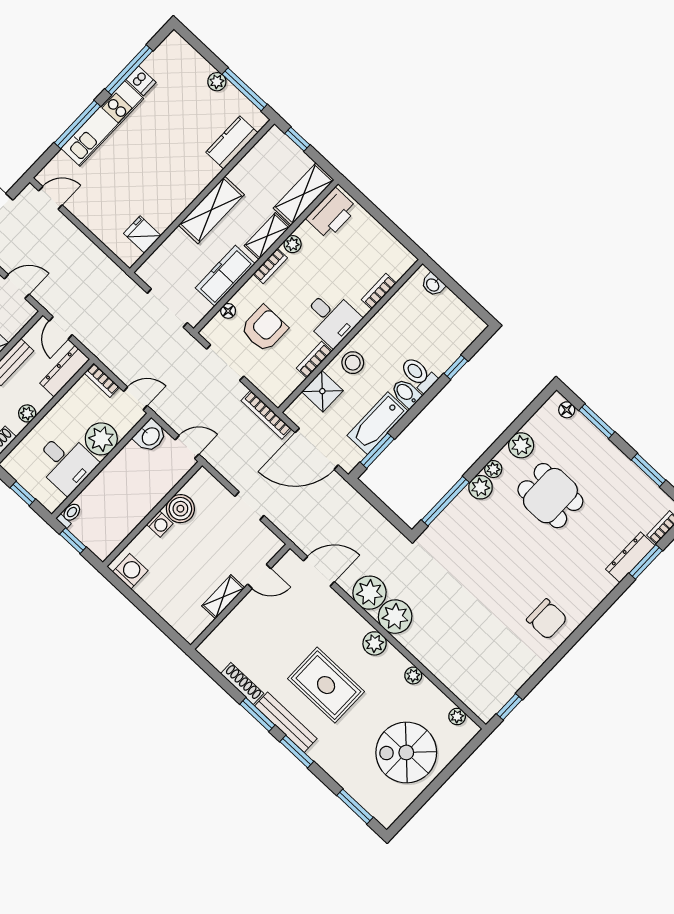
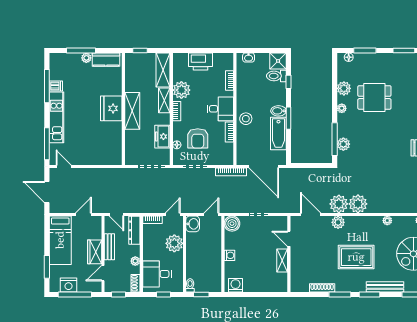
window: (245, 89) -> (81, 50), moved
window: (77, 125) -> (47, 144), moved
kitchen counter: (232, 143) -> (106, 60), moved, turned -90
door: (50, 198) -> (64, 166), hinge flipped
printer: (332, 213) -> (200, 61), moved, turned 90
fridge: (142, 235) -> (111, 108), moved, width x1.88, depth x1.34
plant: (293, 244) -> (181, 90), width x1.87, depth x1.87
freezer: (225, 276) -> (162, 137), width x0.71
armchair: (264, 329) -> (198, 138), turned 180
toilet: (419, 374) -> (276, 76), moved
shower: (322, 391) -> (278, 61), moved
door: (317, 449) -> (264, 166), hinge flipped
window: (377, 451) -> (289, 118), moved
desk: (66, 463) -> (157, 274), moved, turned 180
plant: (481, 487) -> (343, 144), moved
boiler: (180, 509) -> (232, 224), moved
door: (319, 571) -> (311, 214), hinge flipped
door: (259, 576) -> (289, 239), swing flipped
plant: (375, 643) -> (338, 222), moved
bench: (286, 722) -> (385, 287), moved

